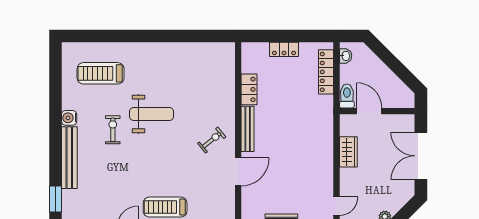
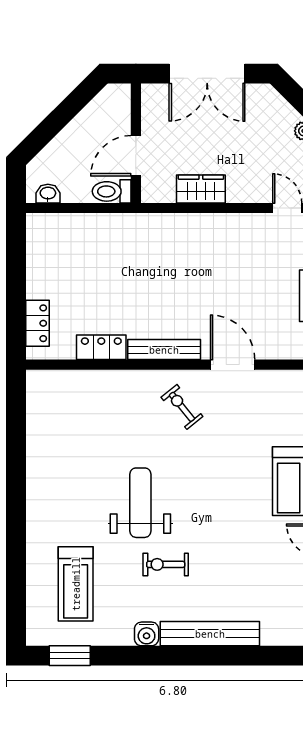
locker: (284, 49) -> (37, 323), moved
locker: (326, 72) -> (73, 225), removed
window: (55, 199) -> (70, 656), moved

